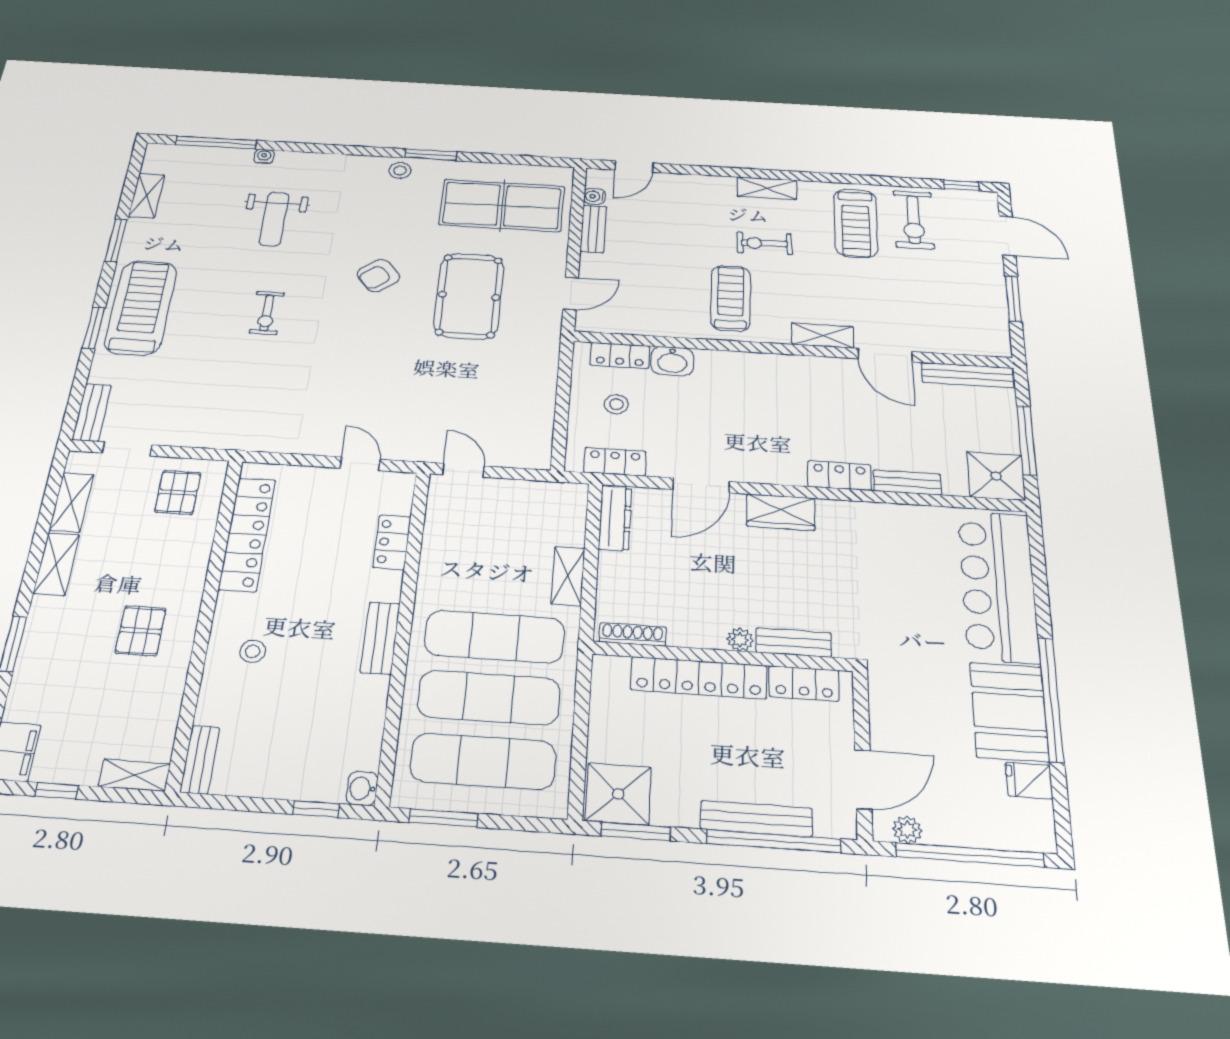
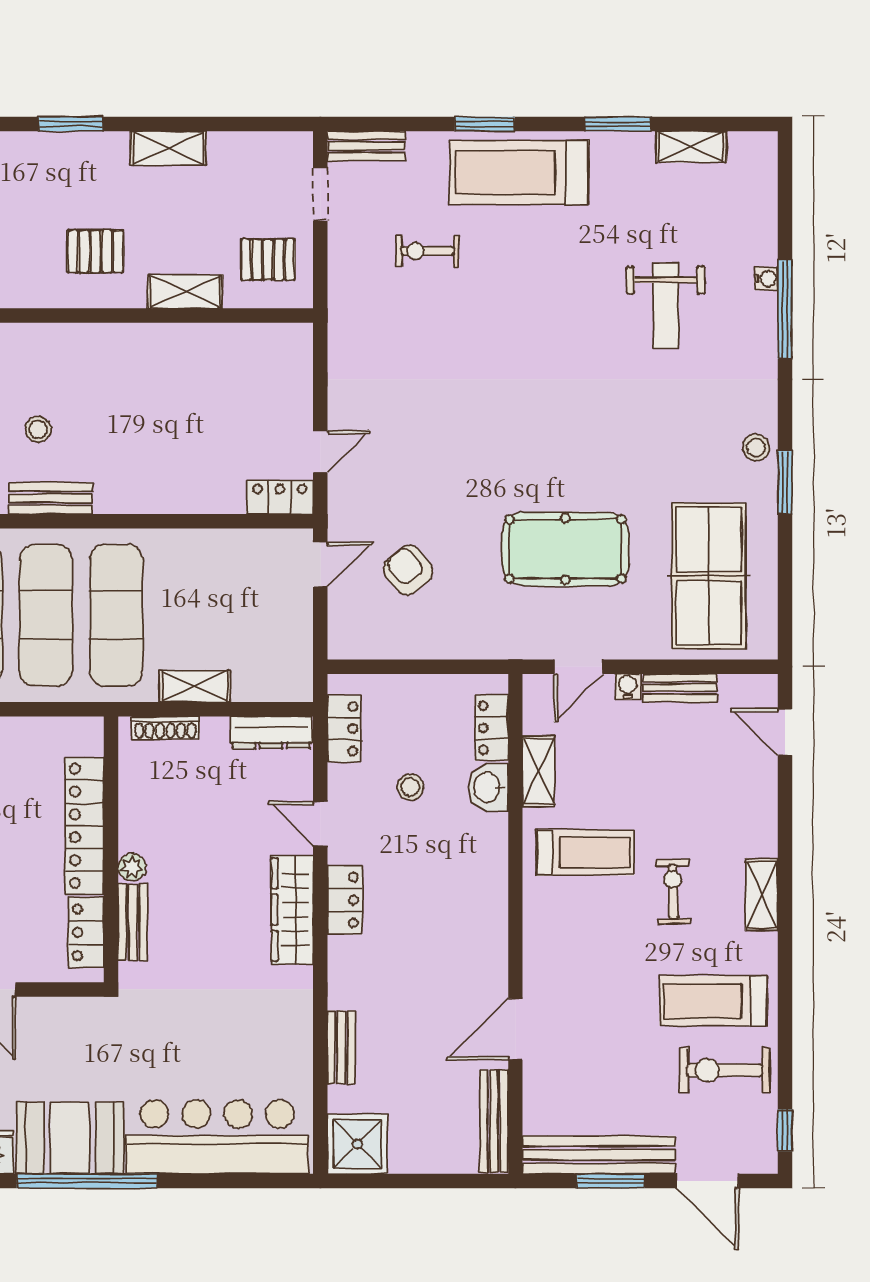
window: (216, 142) -> (785, 310), moved
water cooler: (594, 196) -> (628, 686), moved
weight bench: (274, 219) -> (666, 306), turned -90
door: (1007, 236) -> (707, 1181), hinge flipped
armchair: (378, 276) -> (408, 570), moved
door: (571, 293) -> (578, 667), hinge flipped
bench: (991, 305) -> (599, 1155), added
treadmill: (141, 307) -> (519, 172), turned 180
exercise bike: (267, 313) -> (427, 251), moved
shelving: (823, 336) -> (538, 771), moved
stool: (616, 404) -> (410, 787), moved
window: (1027, 440) -> (408, 1181), removed
locker: (839, 476) -> (345, 900), moved
door: (701, 485) -> (320, 824), width x0.73
shelving: (72, 502) -> (185, 292), moved
wardrobe: (781, 512) -> (292, 910), width x1.50
locker: (247, 534) -> (221, 343), removed
locker: (392, 542) -> (280, 497), moved
shoe rack: (633, 634) -> (165, 728), moved, turned 90
bench: (380, 638) -> (50, 498), moved
stool: (253, 651) -> (38, 429), moved

